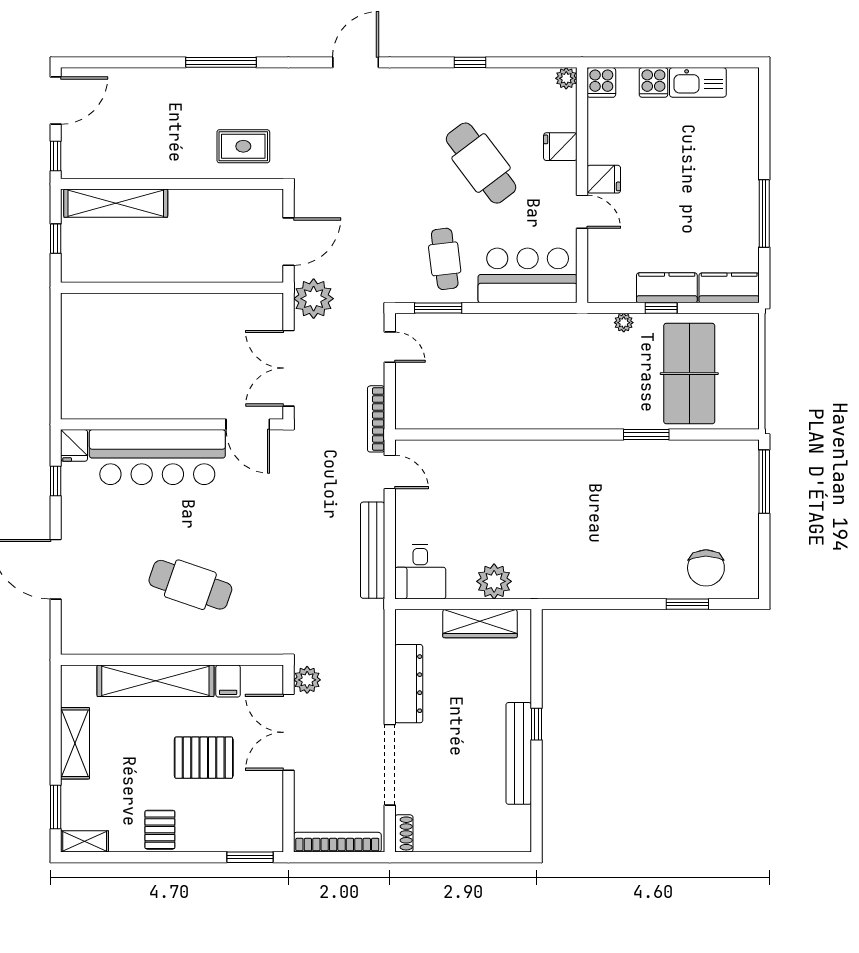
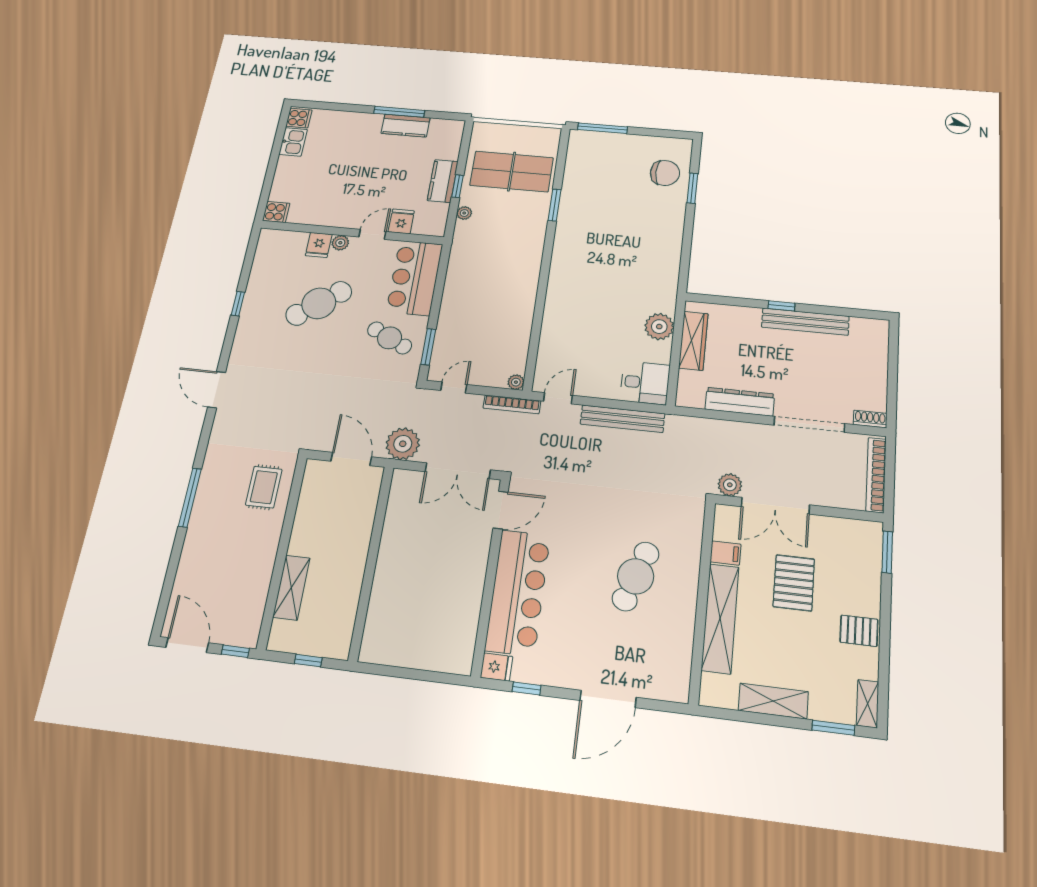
plant: (566, 78) -> (340, 243), moved
cooker: (653, 82) -> (299, 118), moved
kitchen sink: (698, 82) -> (293, 142), width x0.73
fridge: (604, 179) -> (401, 221), moved
shelving: (116, 203) -> (291, 588), width x0.68
cafe table: (445, 259) -> (390, 338), turned 33
kitchen counter: (729, 288) -> (406, 126), moved, turned -90
plant: (404, 420) -> (516, 382), added

